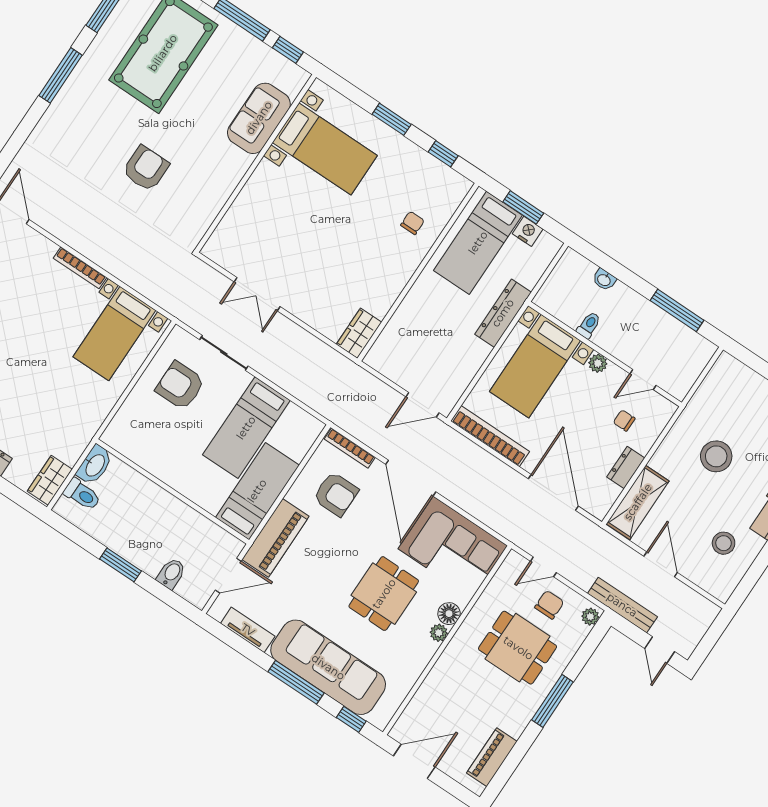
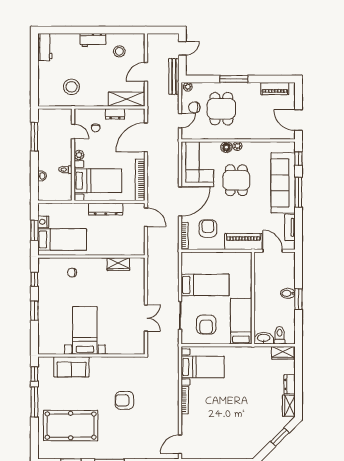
bed with nightstands: (325, 149) -> (85, 330), moved
dresser: (503, 313) -> (106, 209), moved
wardrobe: (359, 333) -> (118, 264), moved
stool: (716, 456) -> (71, 87), moved
bed: (257, 491) -> (241, 321), moved, turned 90
door: (543, 567) -> (180, 121), hinge flipped
bidet: (171, 574) -> (288, 293), moved
dining table: (384, 594) -> (236, 180), turned 90

